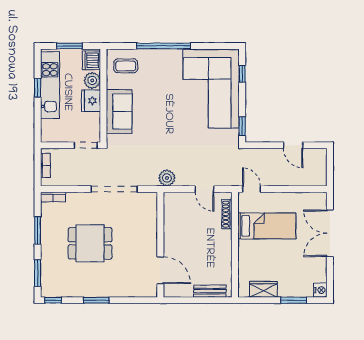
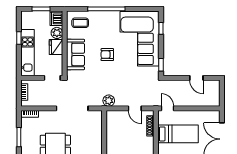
kitchen unit: (50, 85) -> (28, 53), moved
armchair: (165, 112) -> (107, 55), added

